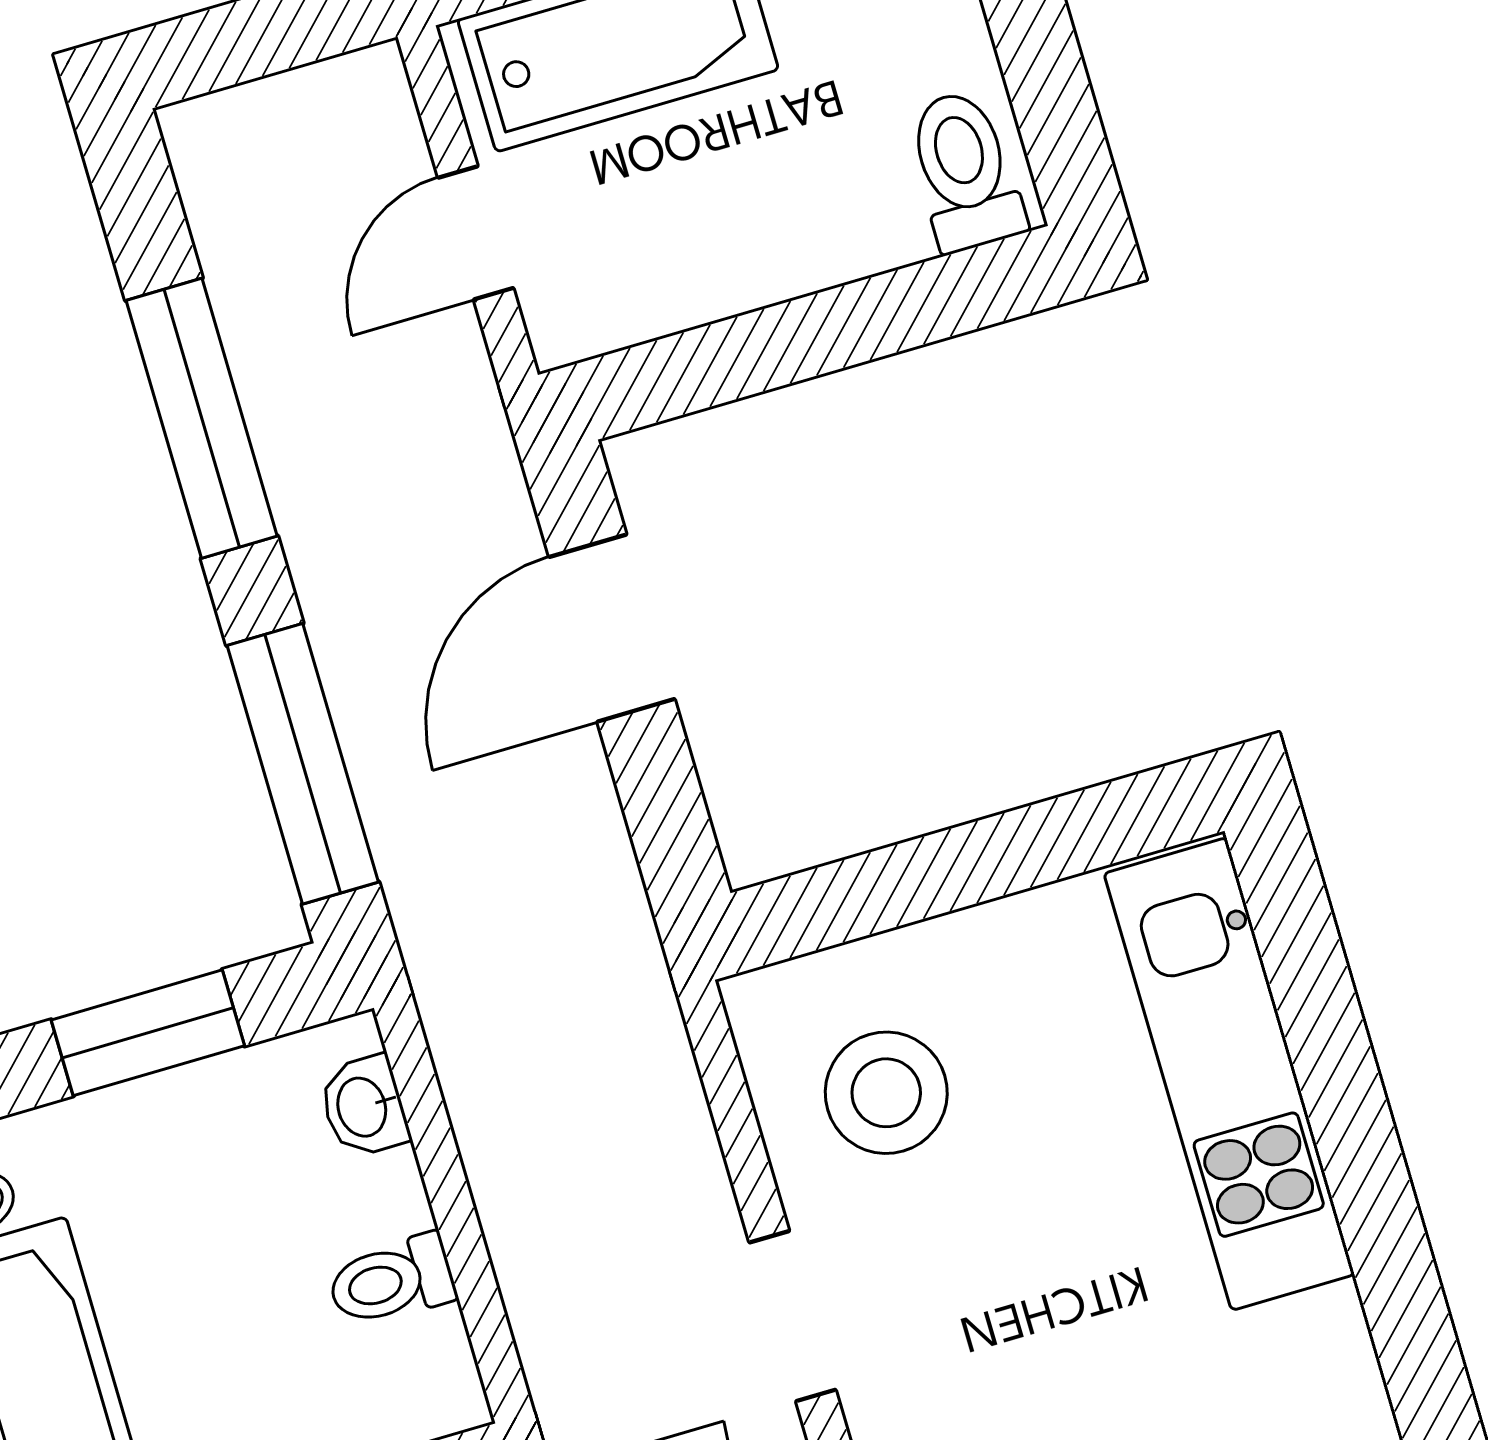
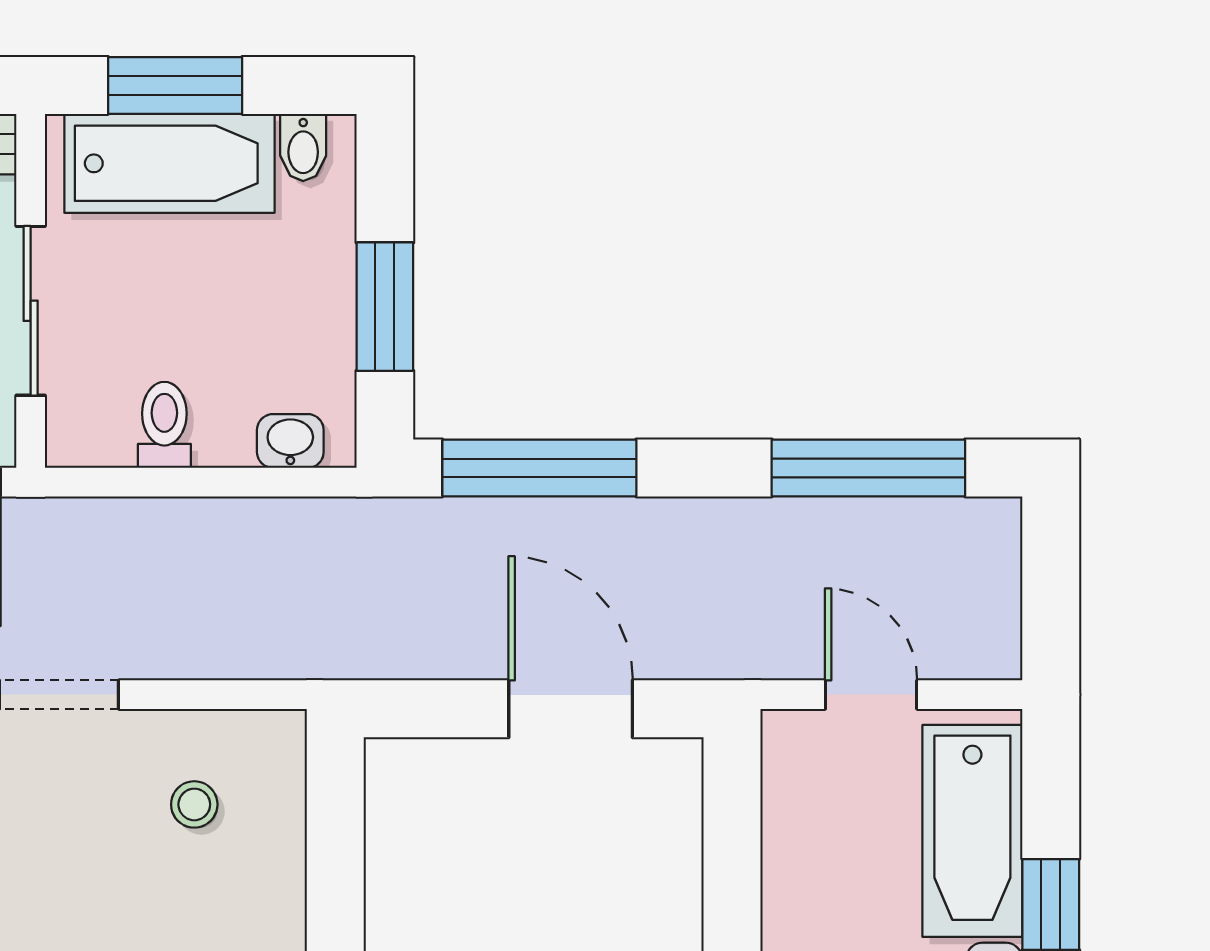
window: (202, 418) -> (868, 468), moved
stool: (886, 1093) -> (194, 804), width x0.53, depth x0.53

